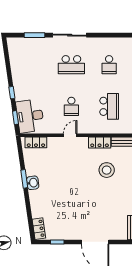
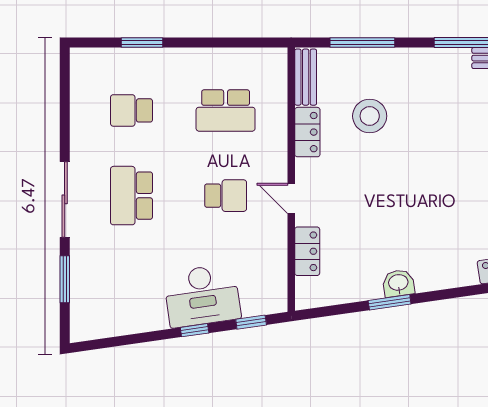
school desk: (71, 65) -> (132, 196), turned 180
school desk: (109, 65) -> (132, 110), turned 180
school desk: (109, 106) -> (226, 110), turned 180
desk: (30, 116) -> (202, 296), moved
locker: (36, 142) -> (307, 251), moved

